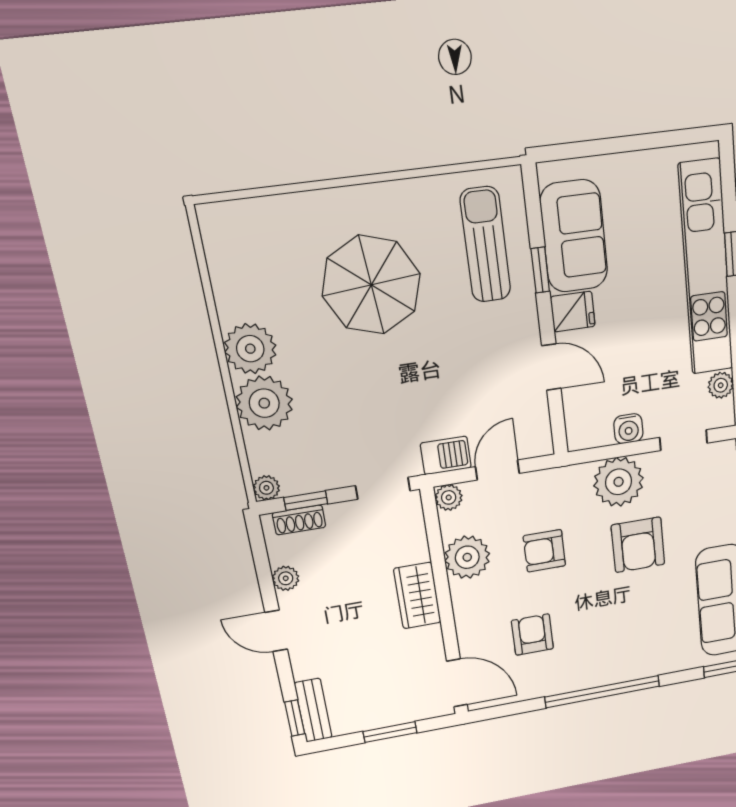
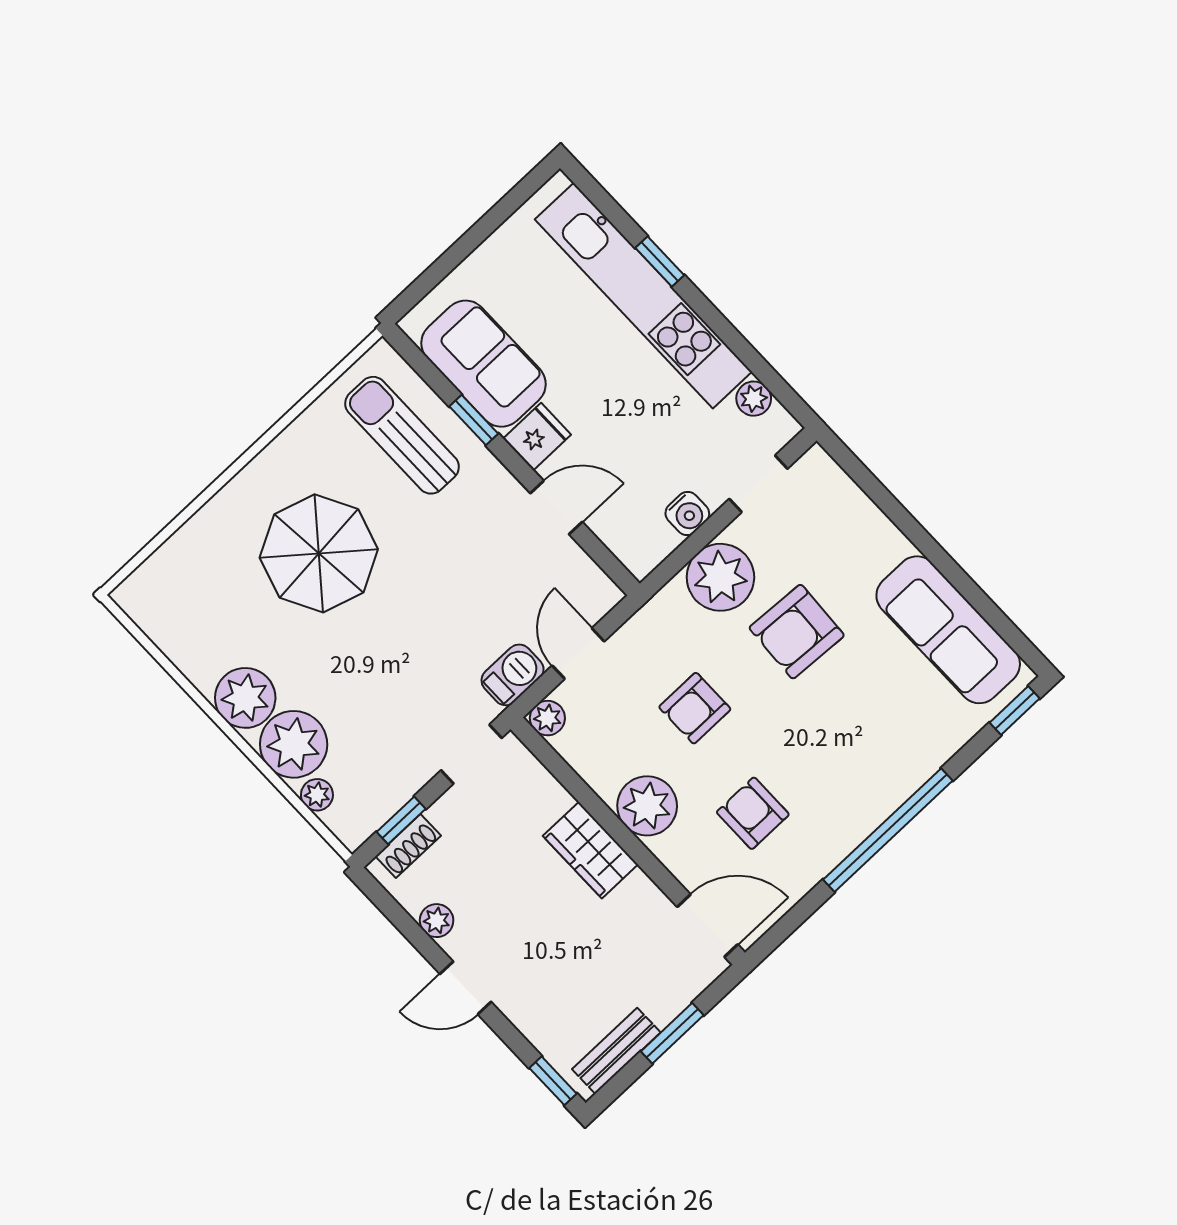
plant: (266, 488) -> (317, 795), moved
armchair: (638, 545) -> (797, 632), turned 93
plant: (467, 557) -> (647, 806), moved
bench: (313, 710) -> (616, 1051), moved, turned 90

